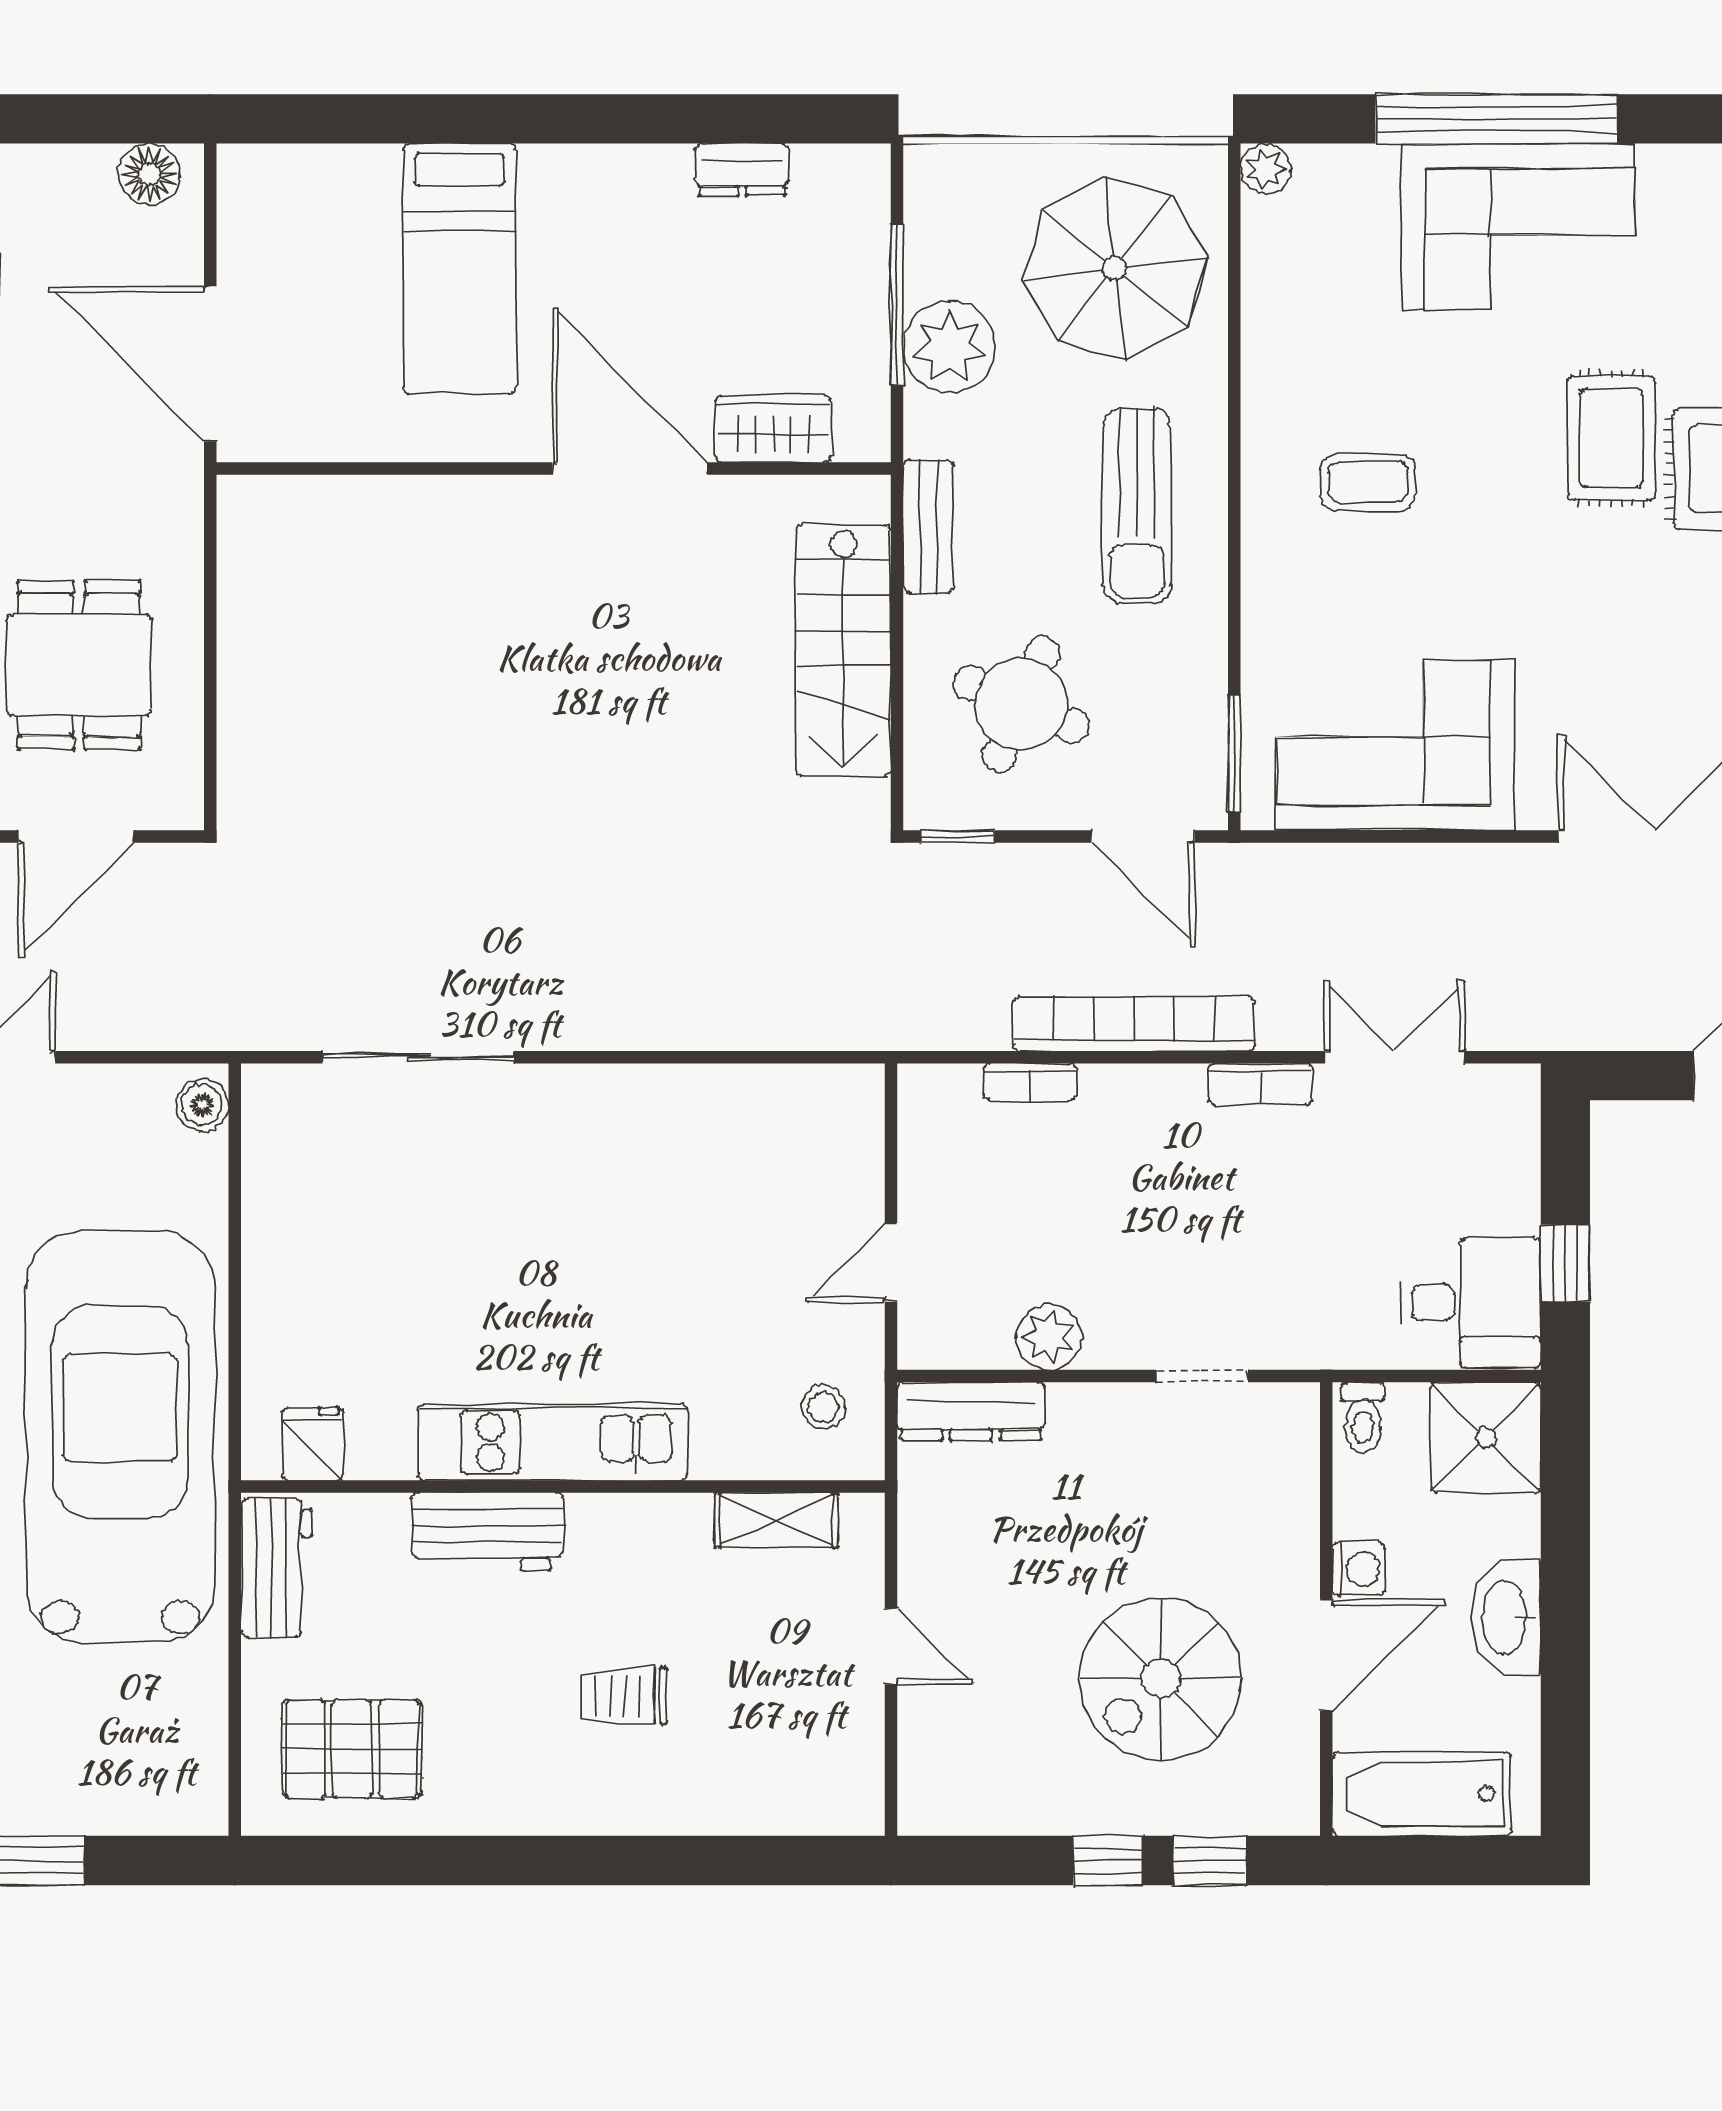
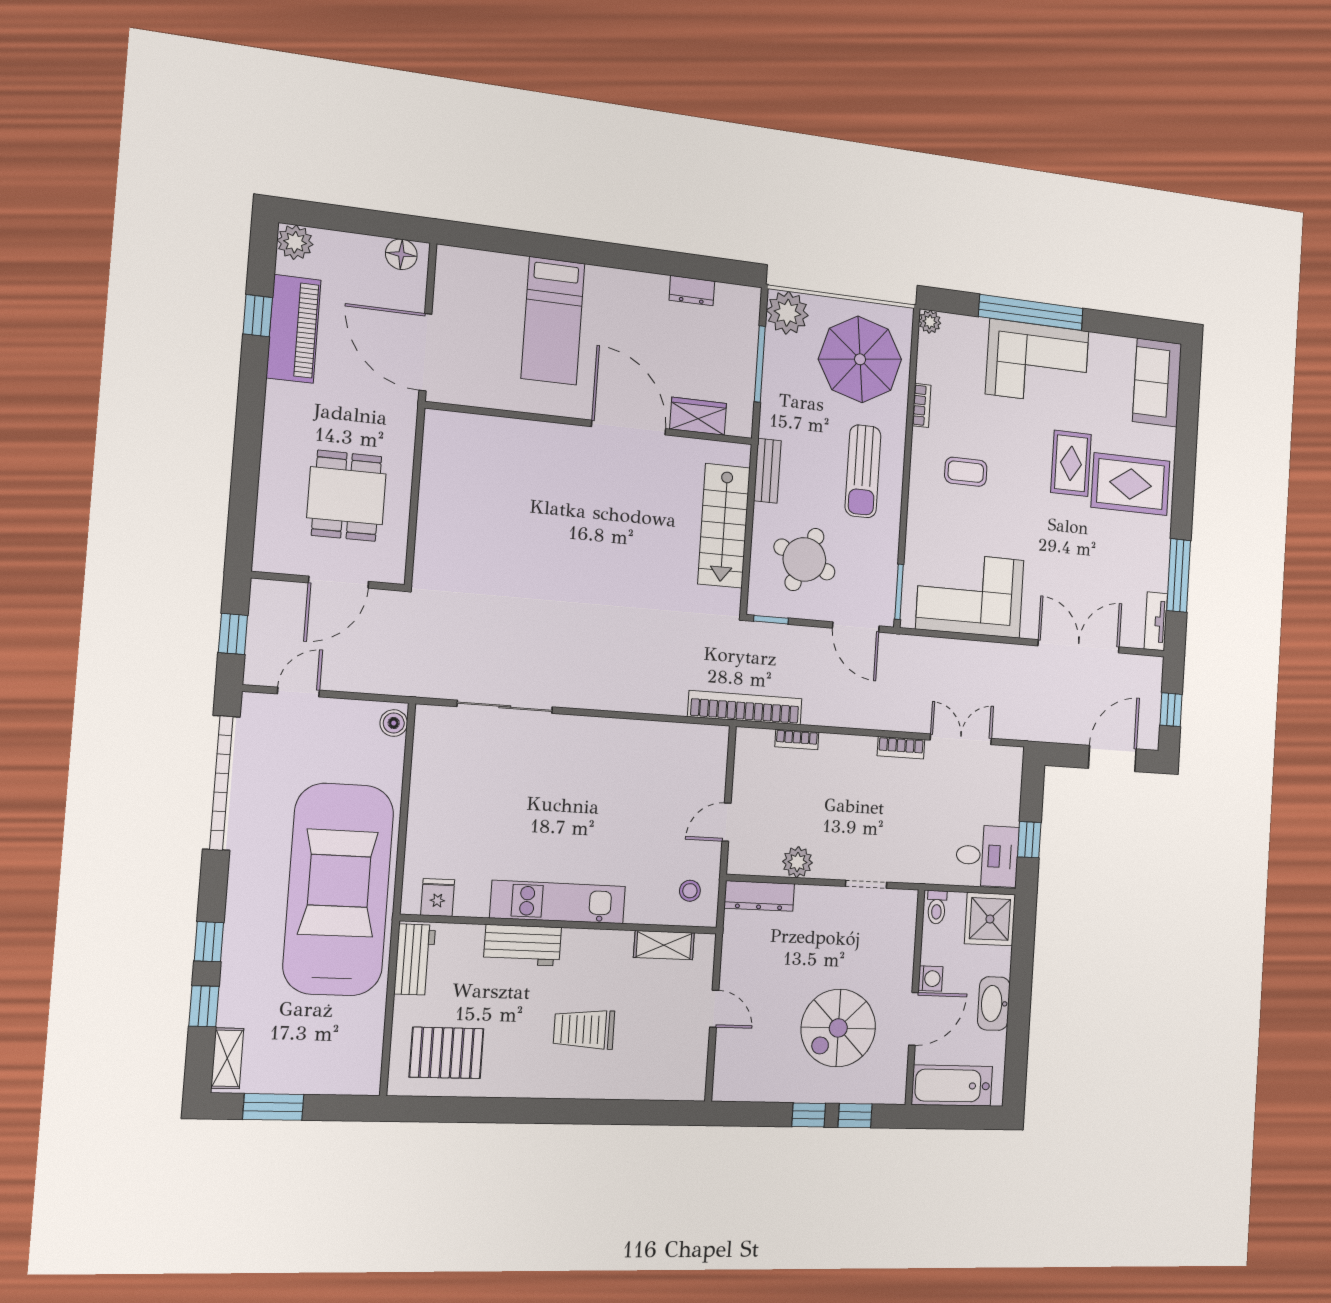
plant: (949, 347) -> (787, 313), moved
bookcase: (1259, 351) -> (922, 405), added
bookcase: (1134, 1024) -> (745, 708), moved
trolley: (624, 1696) -> (584, 1029), width x1.36, depth x1.39

